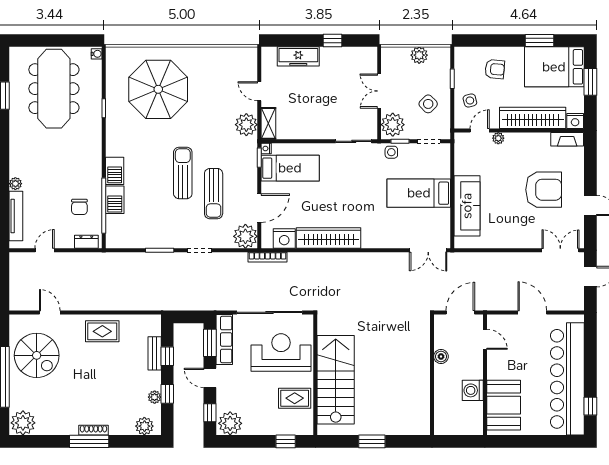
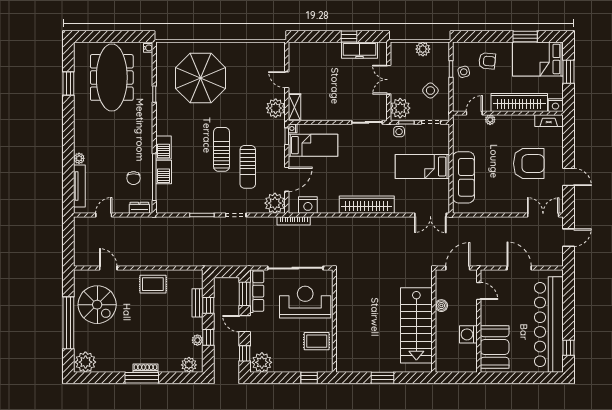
freezer: (298, 56) -> (360, 50), moved
side table: (470, 100) -> (464, 72), moved
wardrobe: (329, 238) -> (367, 205), moved
stairs: (336, 380) -> (416, 325), moved, turned 180

